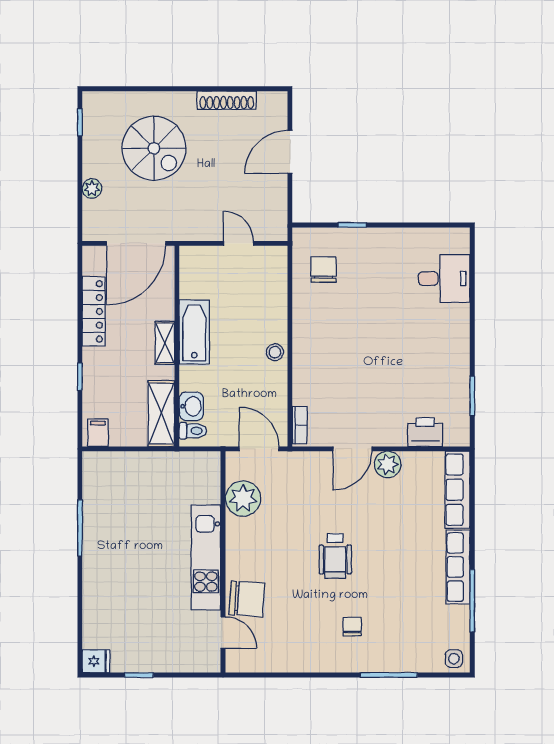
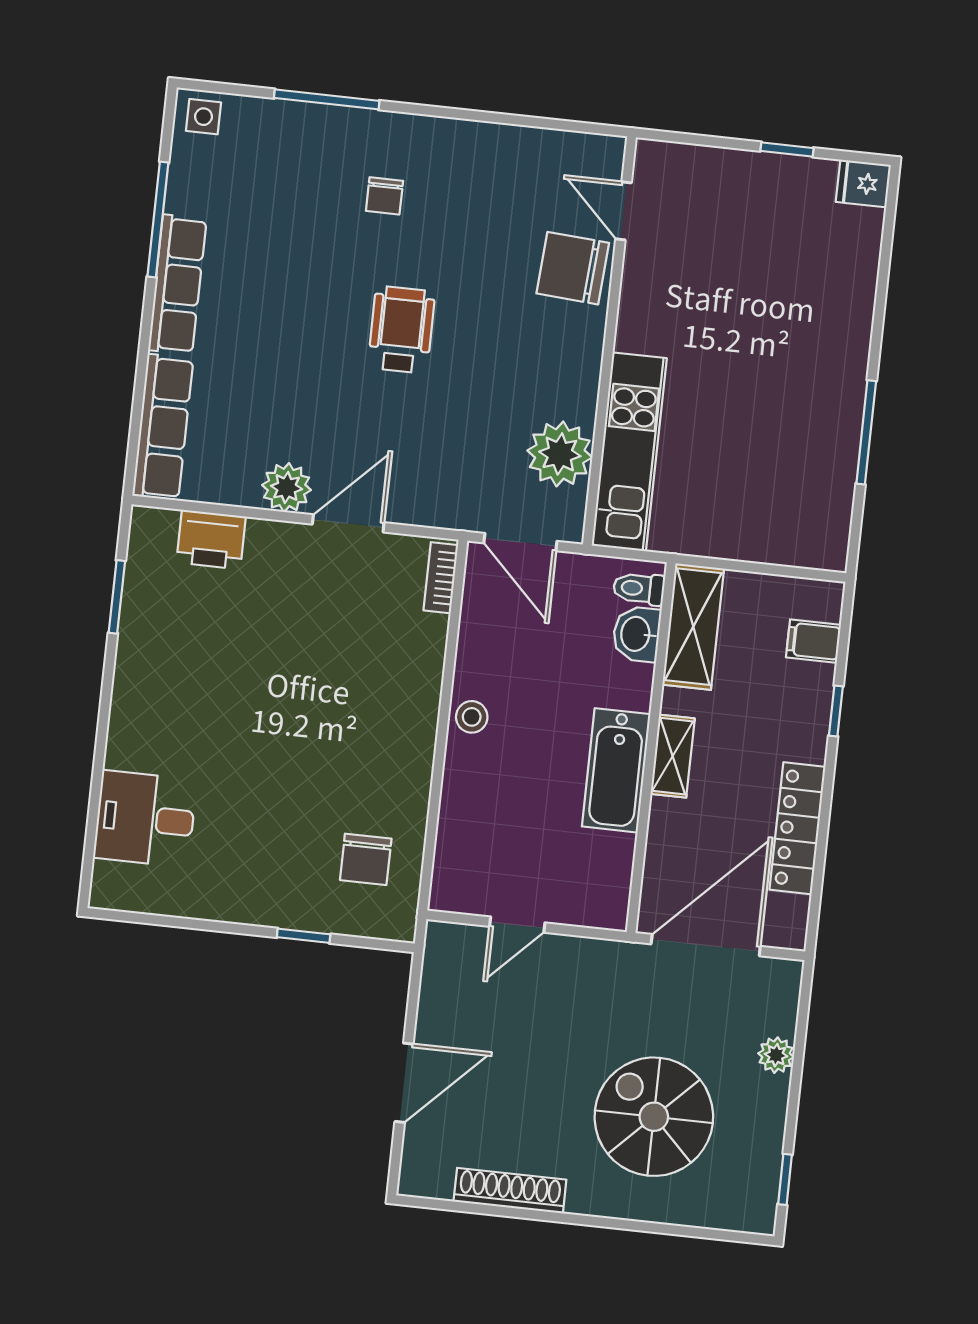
door: (238, 243) -> (517, 925), hinge flipped
filing cabinet: (98, 433) -> (813, 641), moved, turned 90
kitchen unit: (206, 557) -> (629, 452), moved

